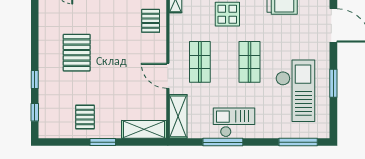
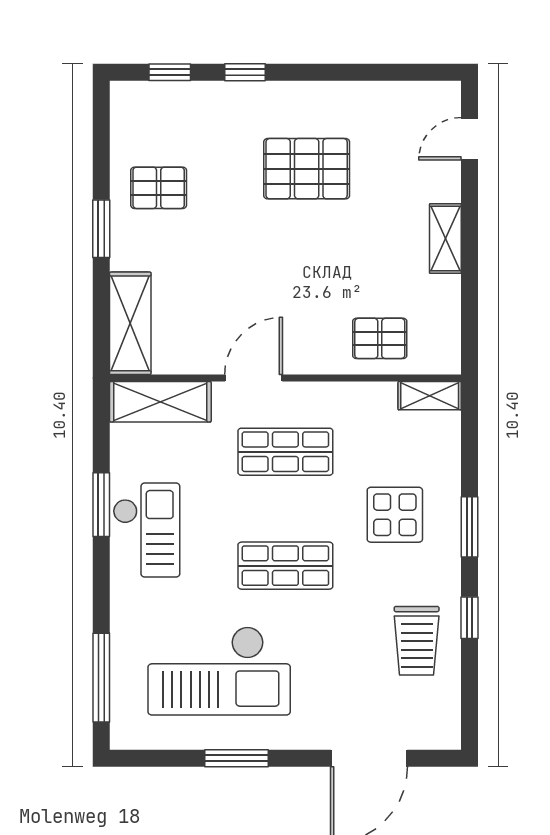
window: (223, 142) -> (101, 505), width x0.69

